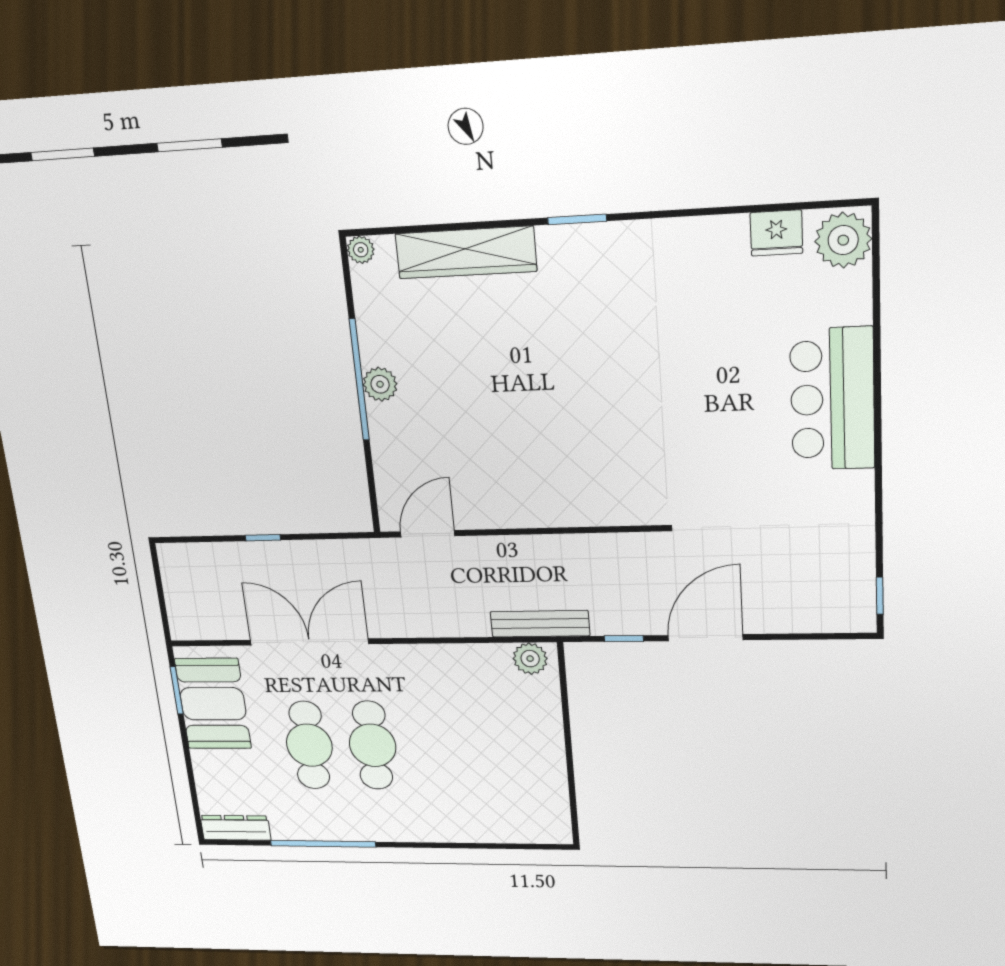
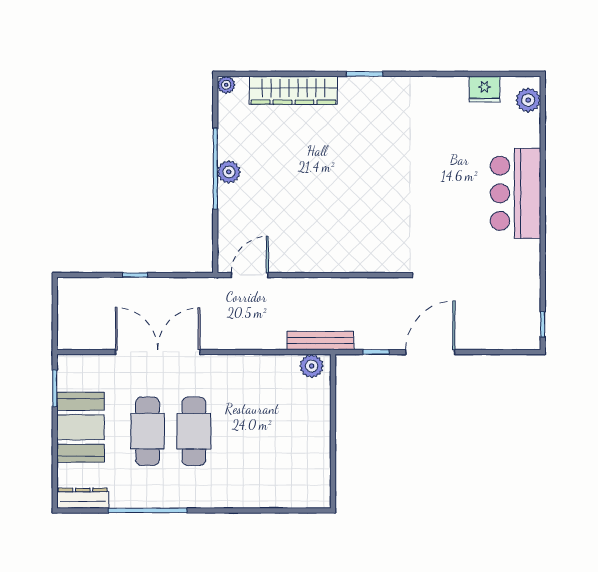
plant: (843, 240) -> (528, 100), width x0.73, depth x0.73
booth: (213, 704) -> (80, 427), moved

